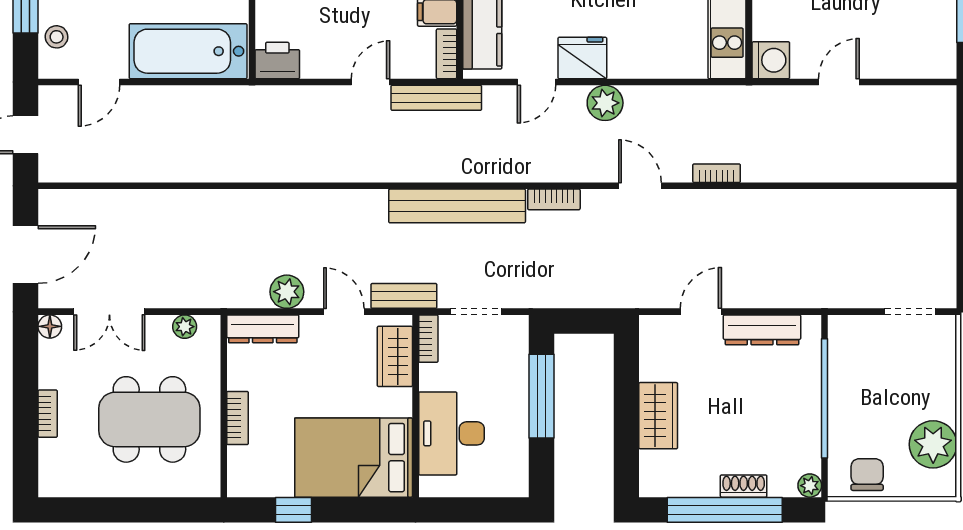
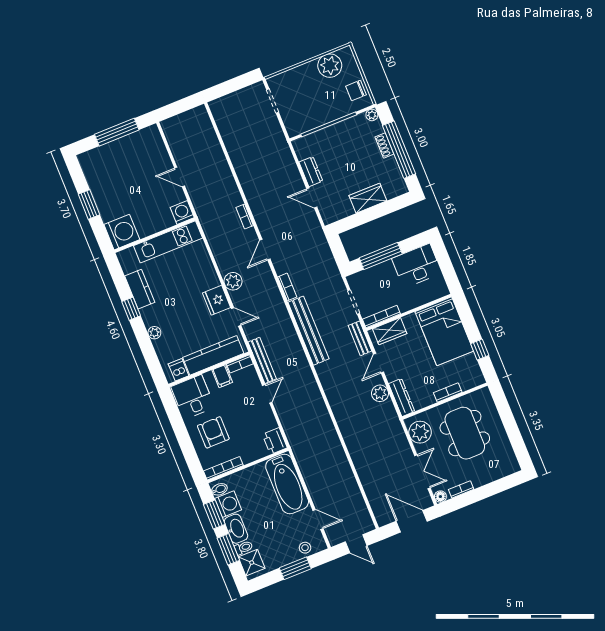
door: (370, 82) -> (267, 394), swing flipped
plant: (185, 327) -> (420, 432), width x1.88, depth x1.88
dresser: (762, 330) -> (311, 172), width x0.70
bookcase: (428, 339) -> (381, 317), width x1.56
bookcase: (48, 414) -> (461, 489), moved
desk: (451, 433) -> (417, 266), moved, turned 180

